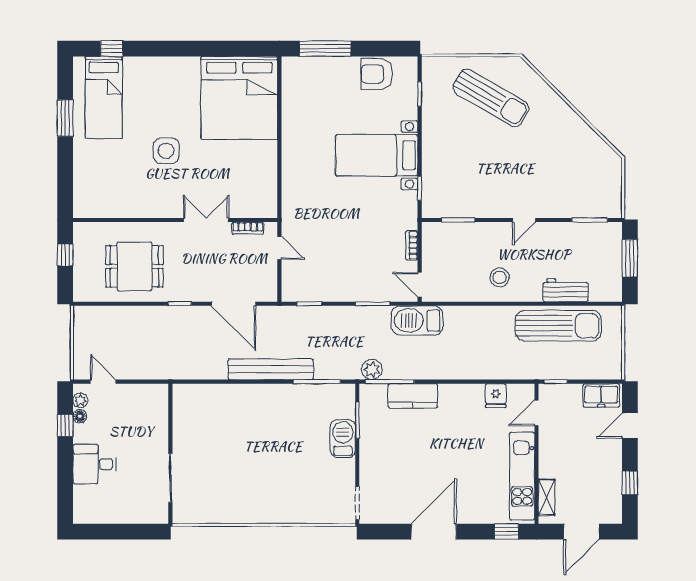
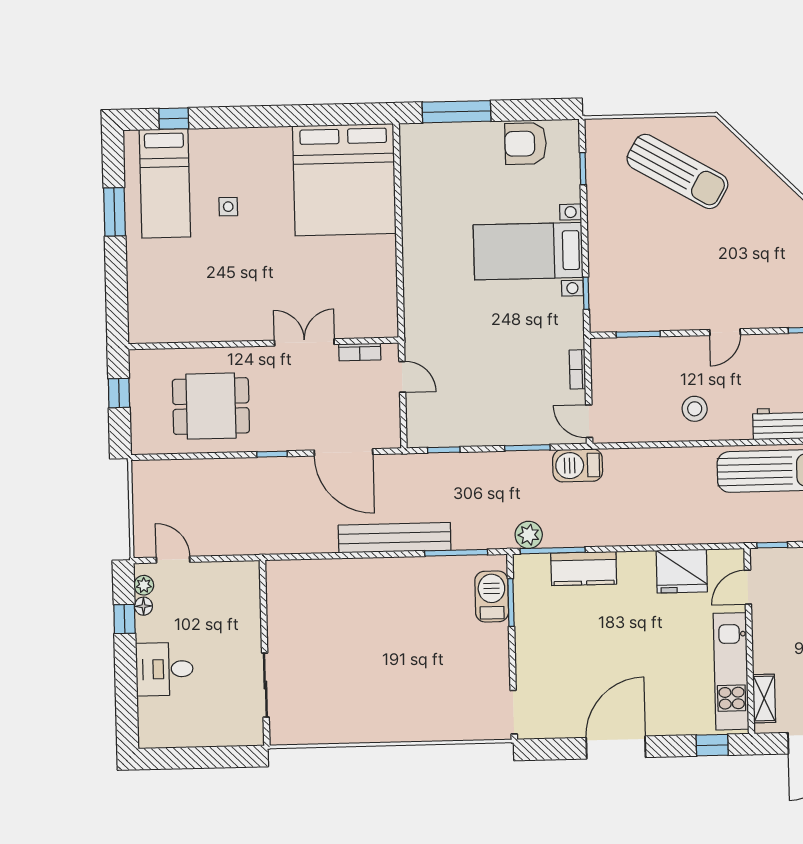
side table: (166, 151) -> (228, 207), moved, width x0.54, depth x0.54
barbecue: (417, 320) -> (578, 465), width x0.73, depth x0.83
fridge: (496, 396) -> (682, 571), width x1.88, depth x1.34
barbecue: (343, 438) -> (492, 597), moved

